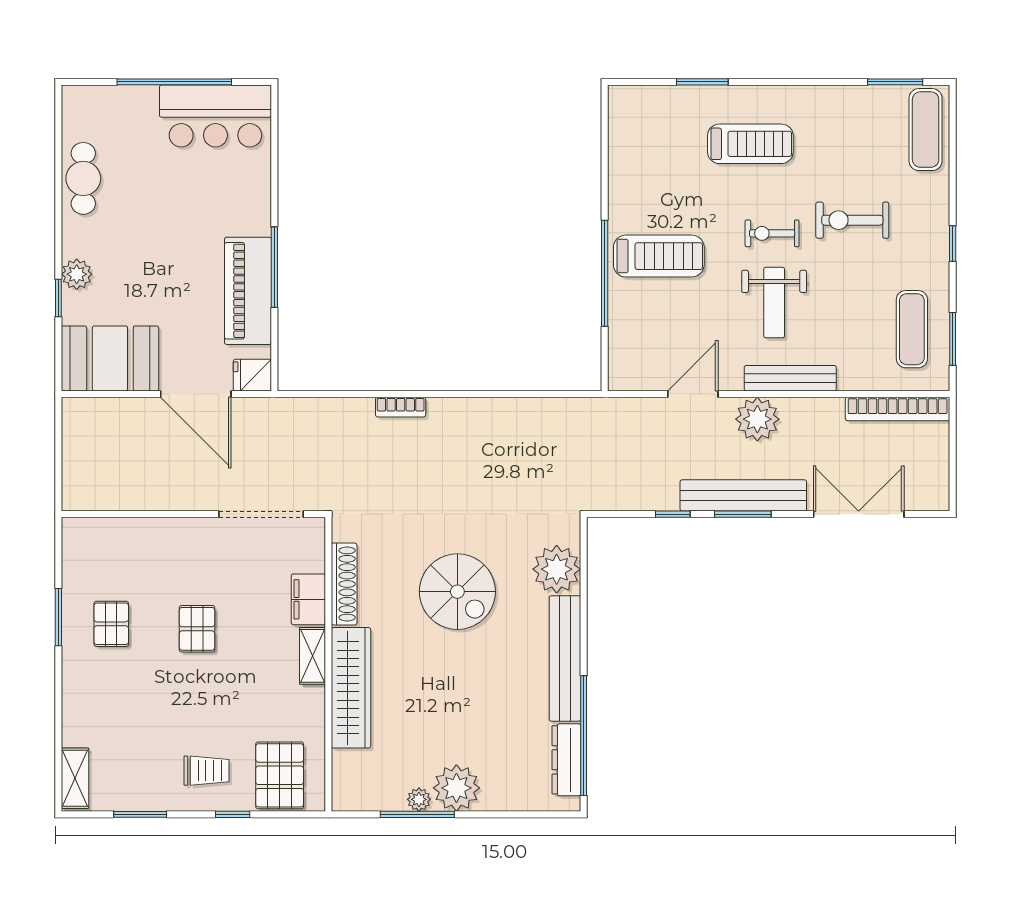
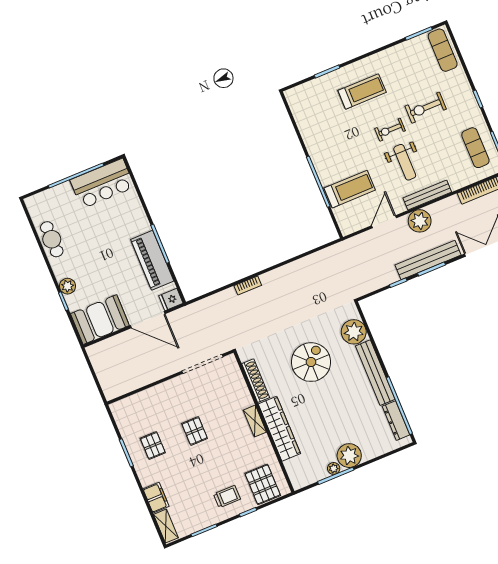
treadmill: (659, 256) -> (350, 189), moved
spiral stairs: (457, 592) -> (311, 362), turned -90
filing cabinet: (308, 599) -> (156, 498), moved, turned 180

